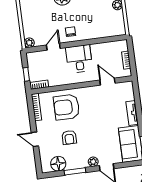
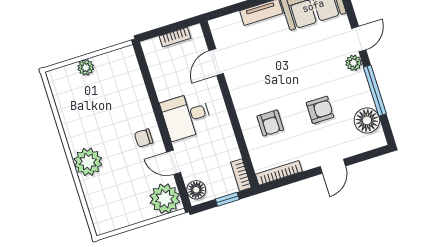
plant: (29, 43) -> (165, 199), width x1.87, depth x1.87
floor lamp: (35, 57) -> (196, 190), added
armchair: (66, 107) -> (270, 123), width x0.53, depth x0.53
window: (75, 171) -> (375, 90), width x1.44

